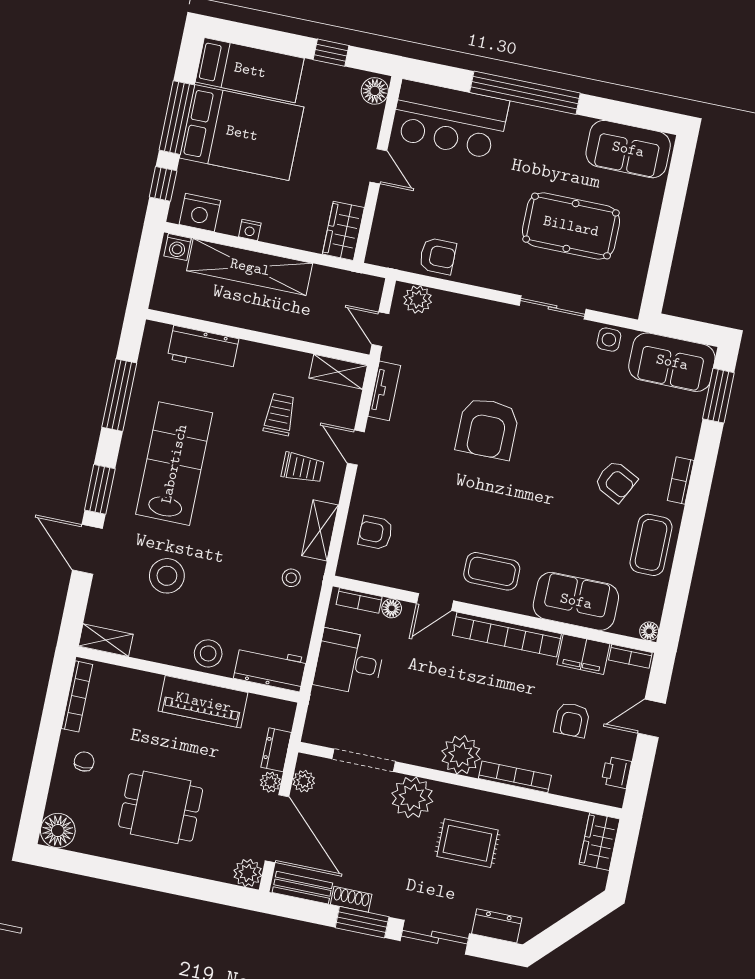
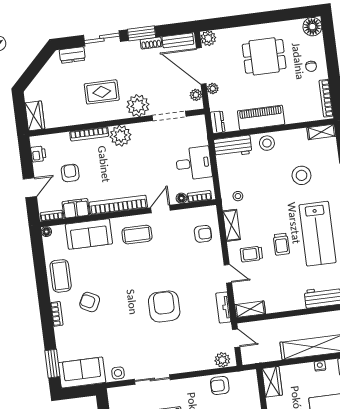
trolley: (279, 414) -> (281, 244), moved
dresser: (276, 750) -> (217, 122), moved

